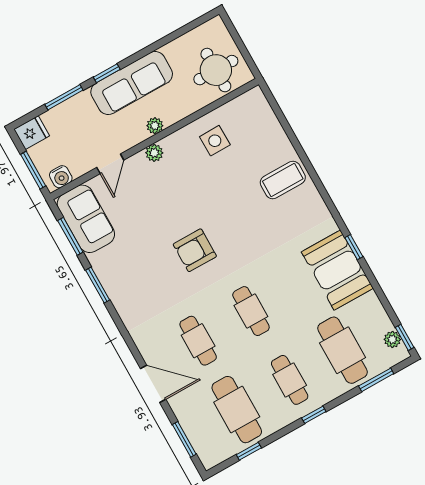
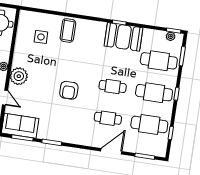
side table: (215, 141) -> (41, 37), moved
plant: (154, 153) -> (19, 76), width x1.88, depth x1.88
cafe table: (290, 380) -> (154, 93), width x1.37, depth x1.35

